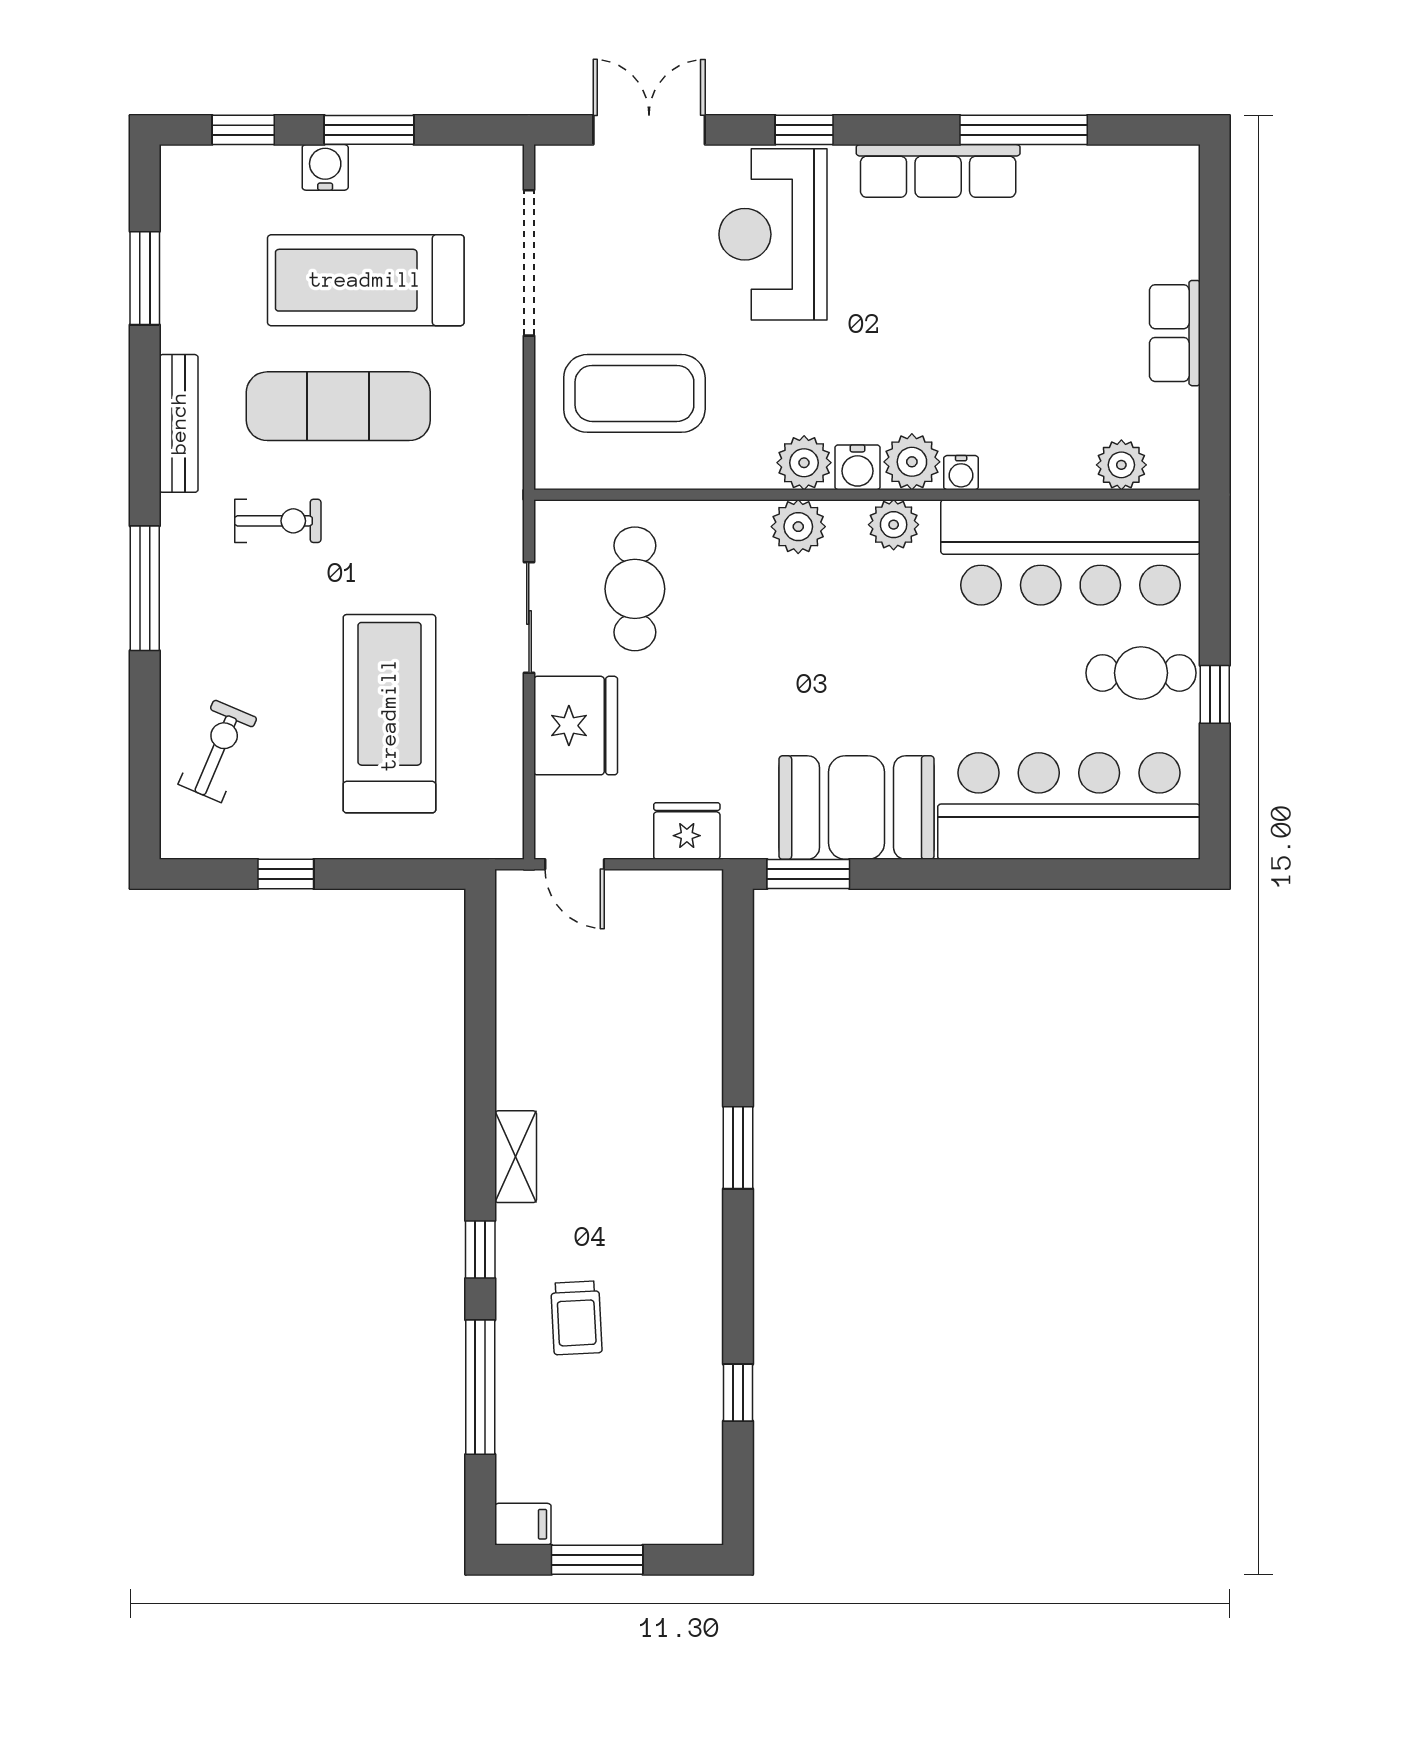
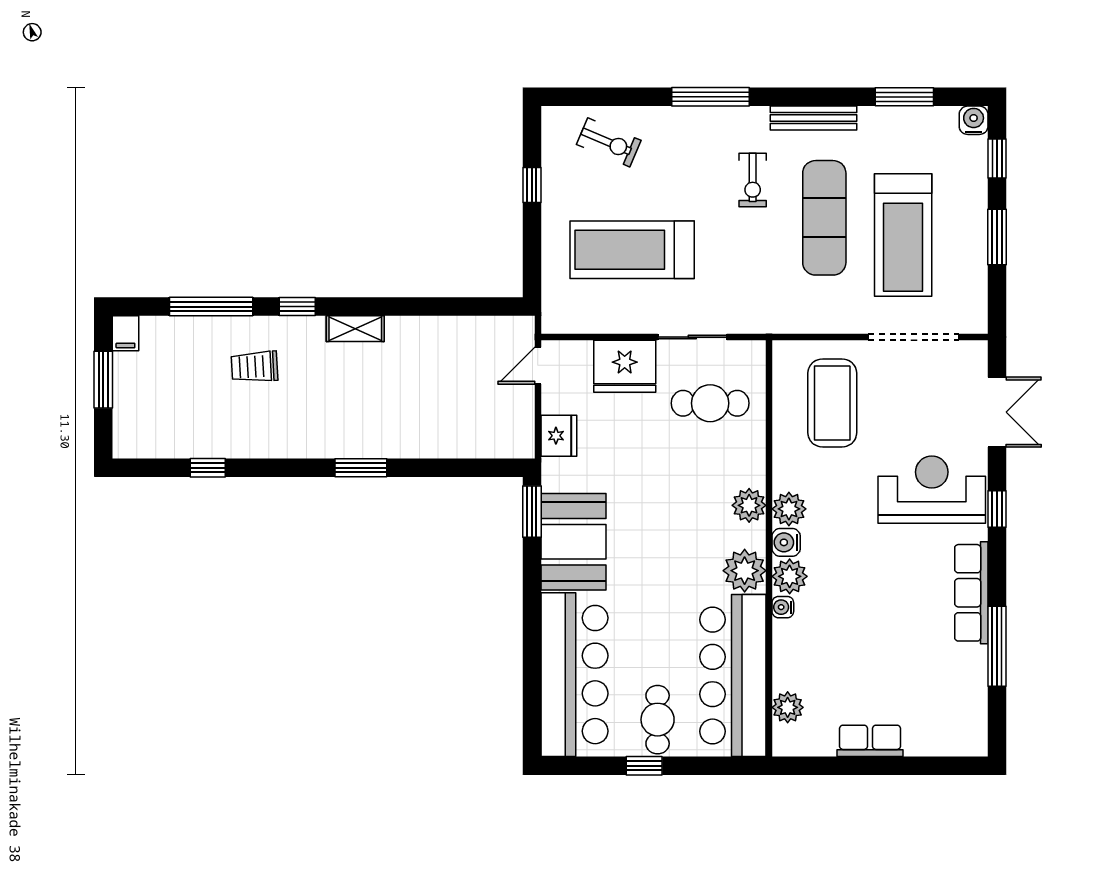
water cooler: (325, 167) -> (974, 120), moved, turned -90
treadmill: (366, 280) -> (903, 235), turned 180
plant: (894, 525) -> (745, 571), width x1.36, depth x1.36
treadmill: (389, 714) -> (632, 250), turned 180

